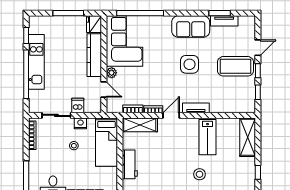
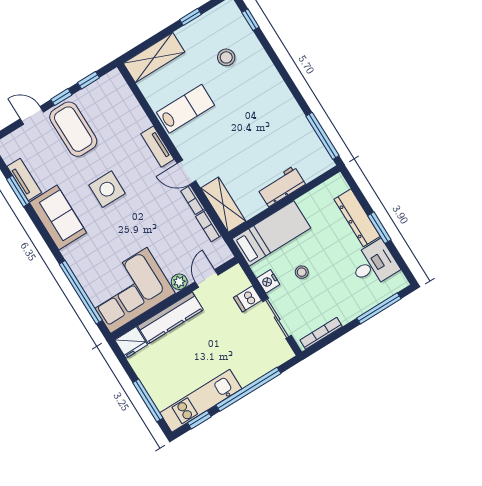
window: (68, 13) -> (148, 400), moved
kitchen unit: (36, 62) -> (201, 401), moved
stool: (200, 174) -> (226, 57), moved

